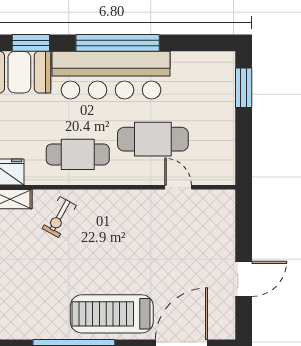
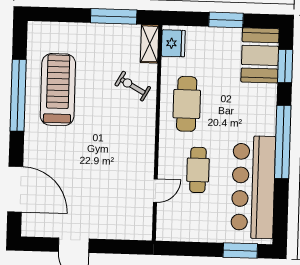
bar counter: (111, 75) -> (253, 187), moved
cafe table: (153, 139) -> (198, 170), width x0.73, depth x0.74
treadmill: (112, 314) -> (58, 90), moved

